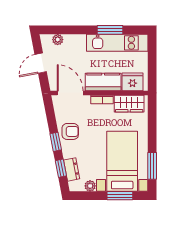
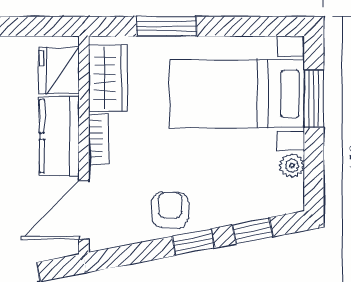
window: (152, 166) -> (166, 26), moved
dresser: (72, 169) -> (255, 207), removed

